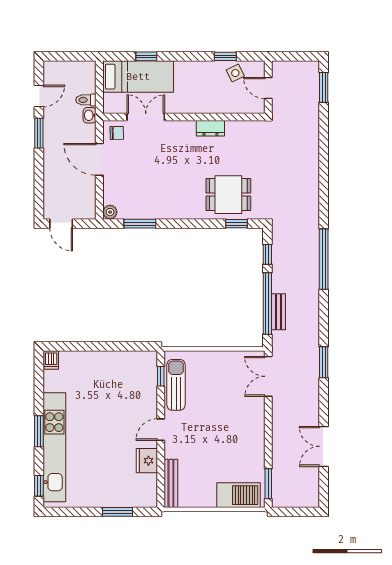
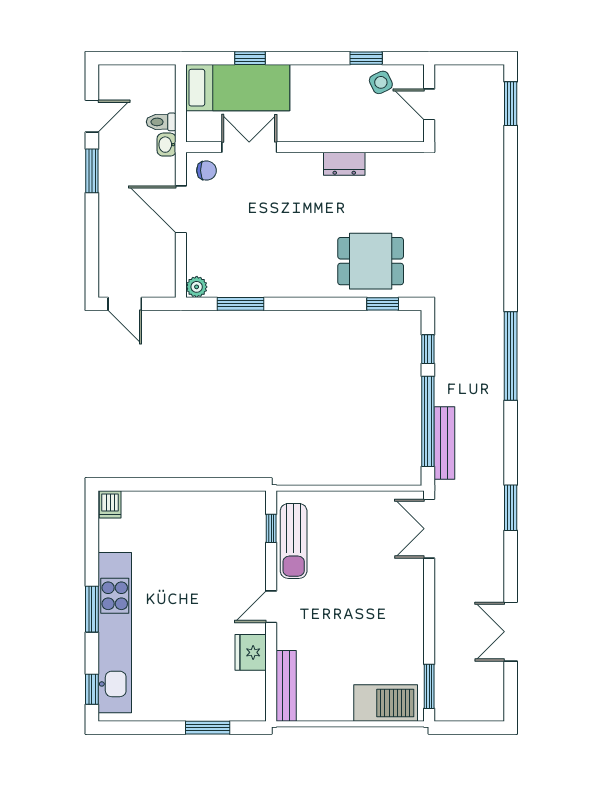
bench: (279, 312) -> (444, 443), width x1.36
sun lounger: (176, 385) -> (294, 541), turned 180

